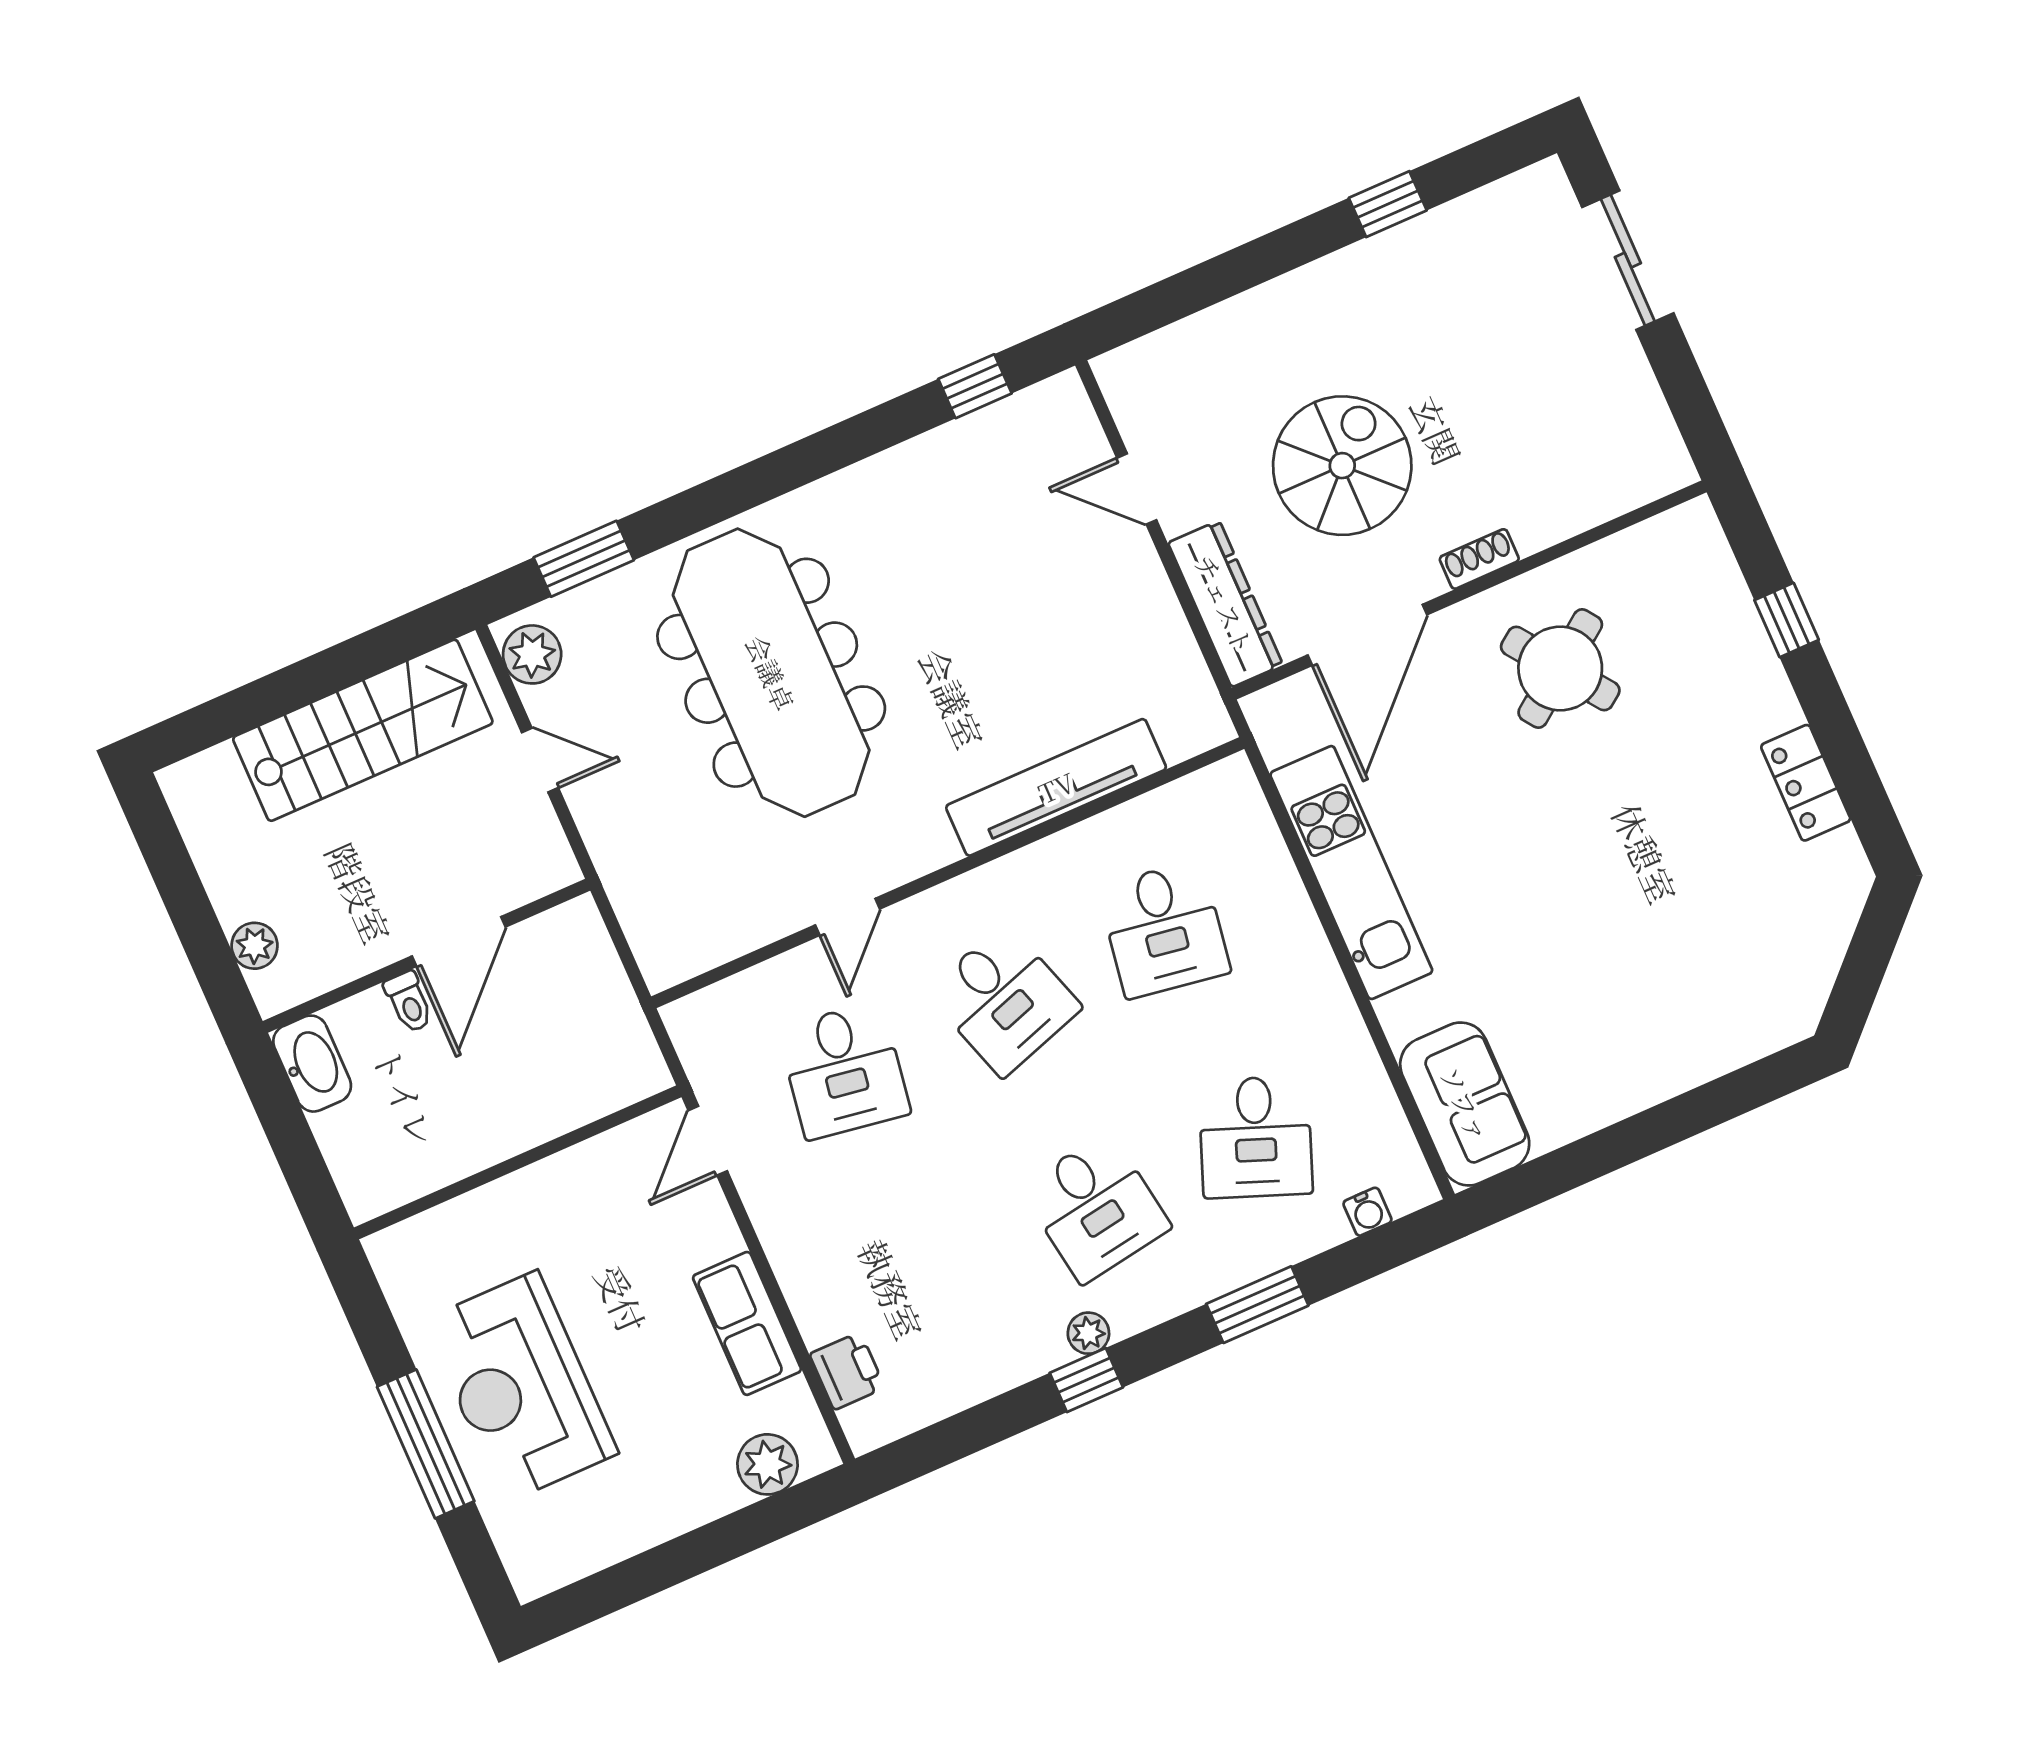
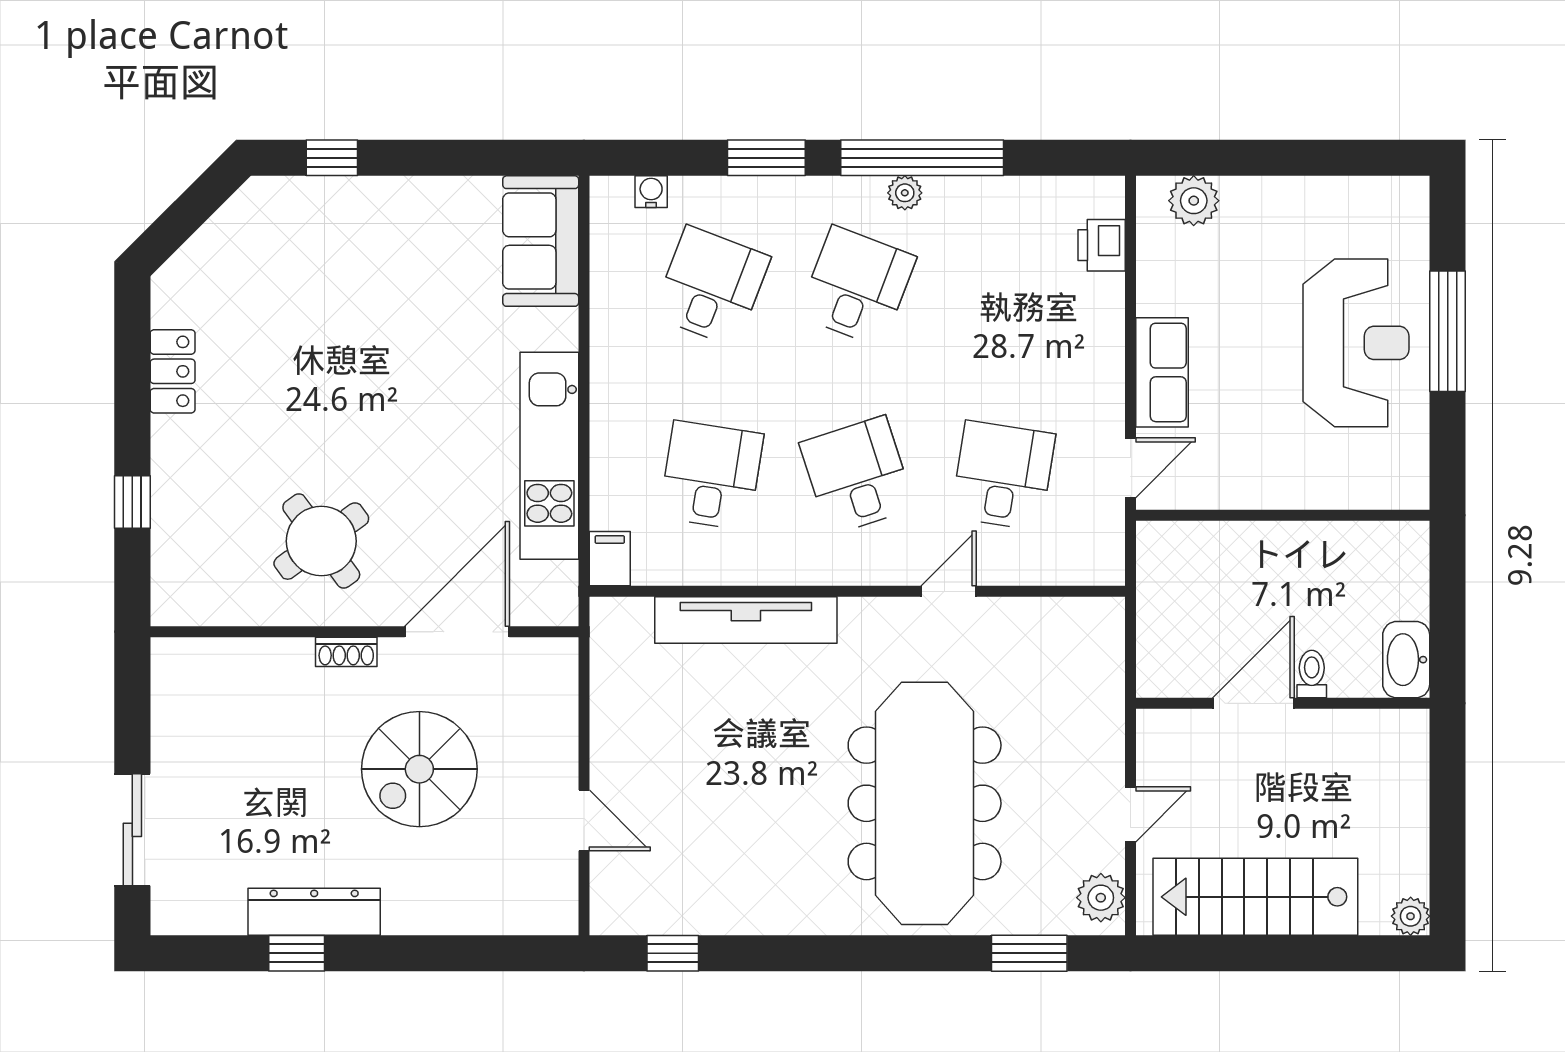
dresser: (1225, 604) -> (314, 912), moved, turned 90
door: (540, 760) -> (1130, 814), swing flipped
filing cabinet: (1235, 789) -> (610, 559), added
plant: (255, 946) -> (1411, 916), moved
window: (1734, 1094) -> (332, 158), added
desk: (1096, 1208) -> (857, 286), turned 30
row of seats: (747, 1323) -> (1162, 372), moved
window: (1086, 1380) -> (922, 158), width x3.17

